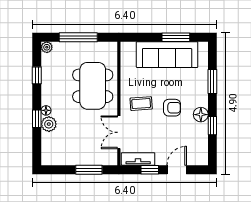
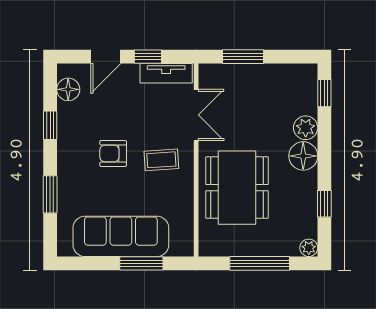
window: (176, 37) -> (141, 263), moved
floor lamp: (46, 110) -> (303, 156), width x1.89, depth x1.89
floor lamp: (201, 115) -> (68, 89), moved
window: (37, 119) -> (324, 93), moved

